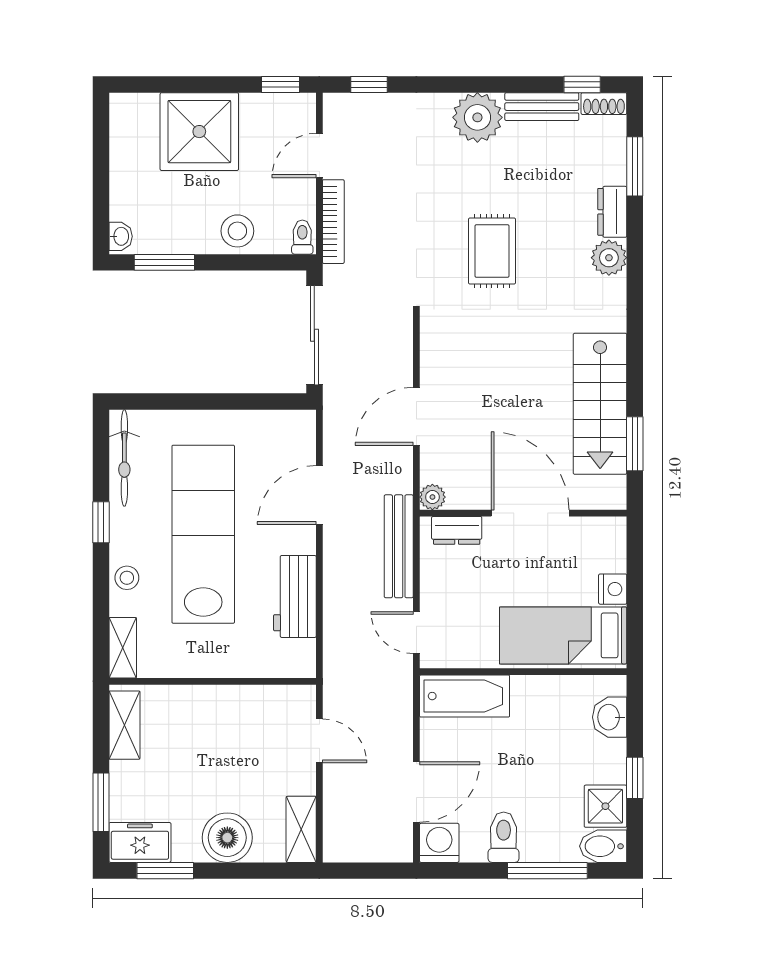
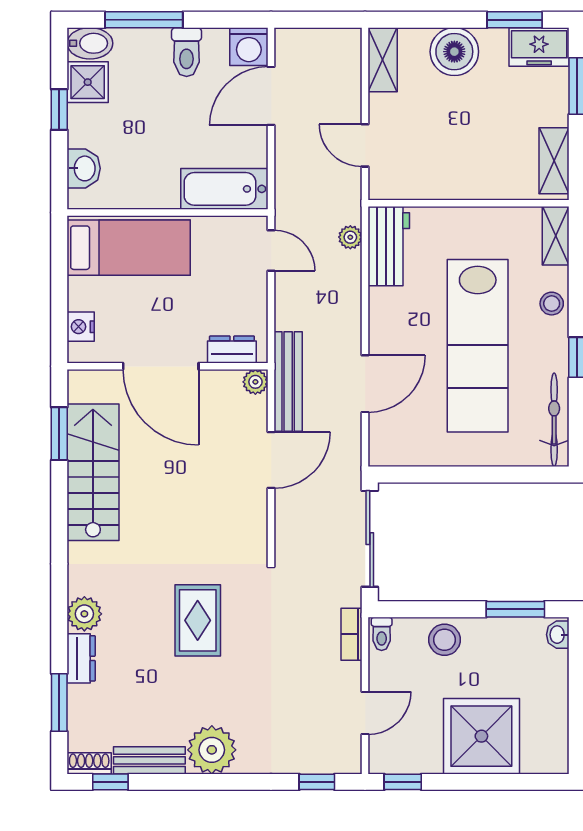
bookcase: (333, 222) -> (352, 634), width x0.64
bench: (399, 546) -> (288, 381), moved
nightstand: (613, 589) -> (81, 327), moved
workbench: (295, 596) -> (389, 246), moved
plant: (335, 646) -> (350, 237), added

